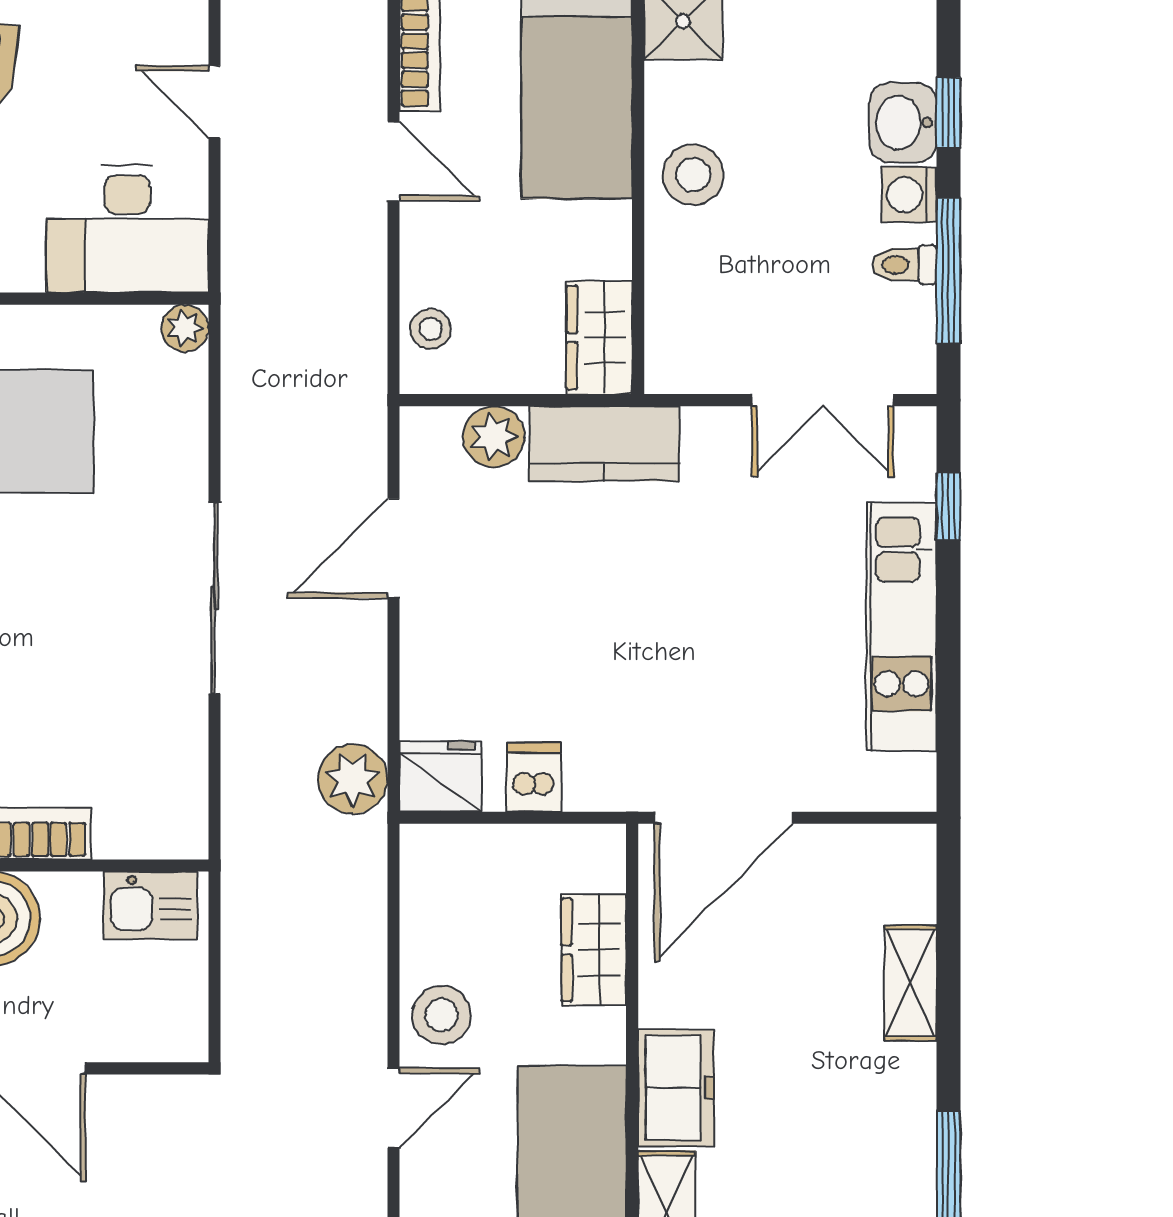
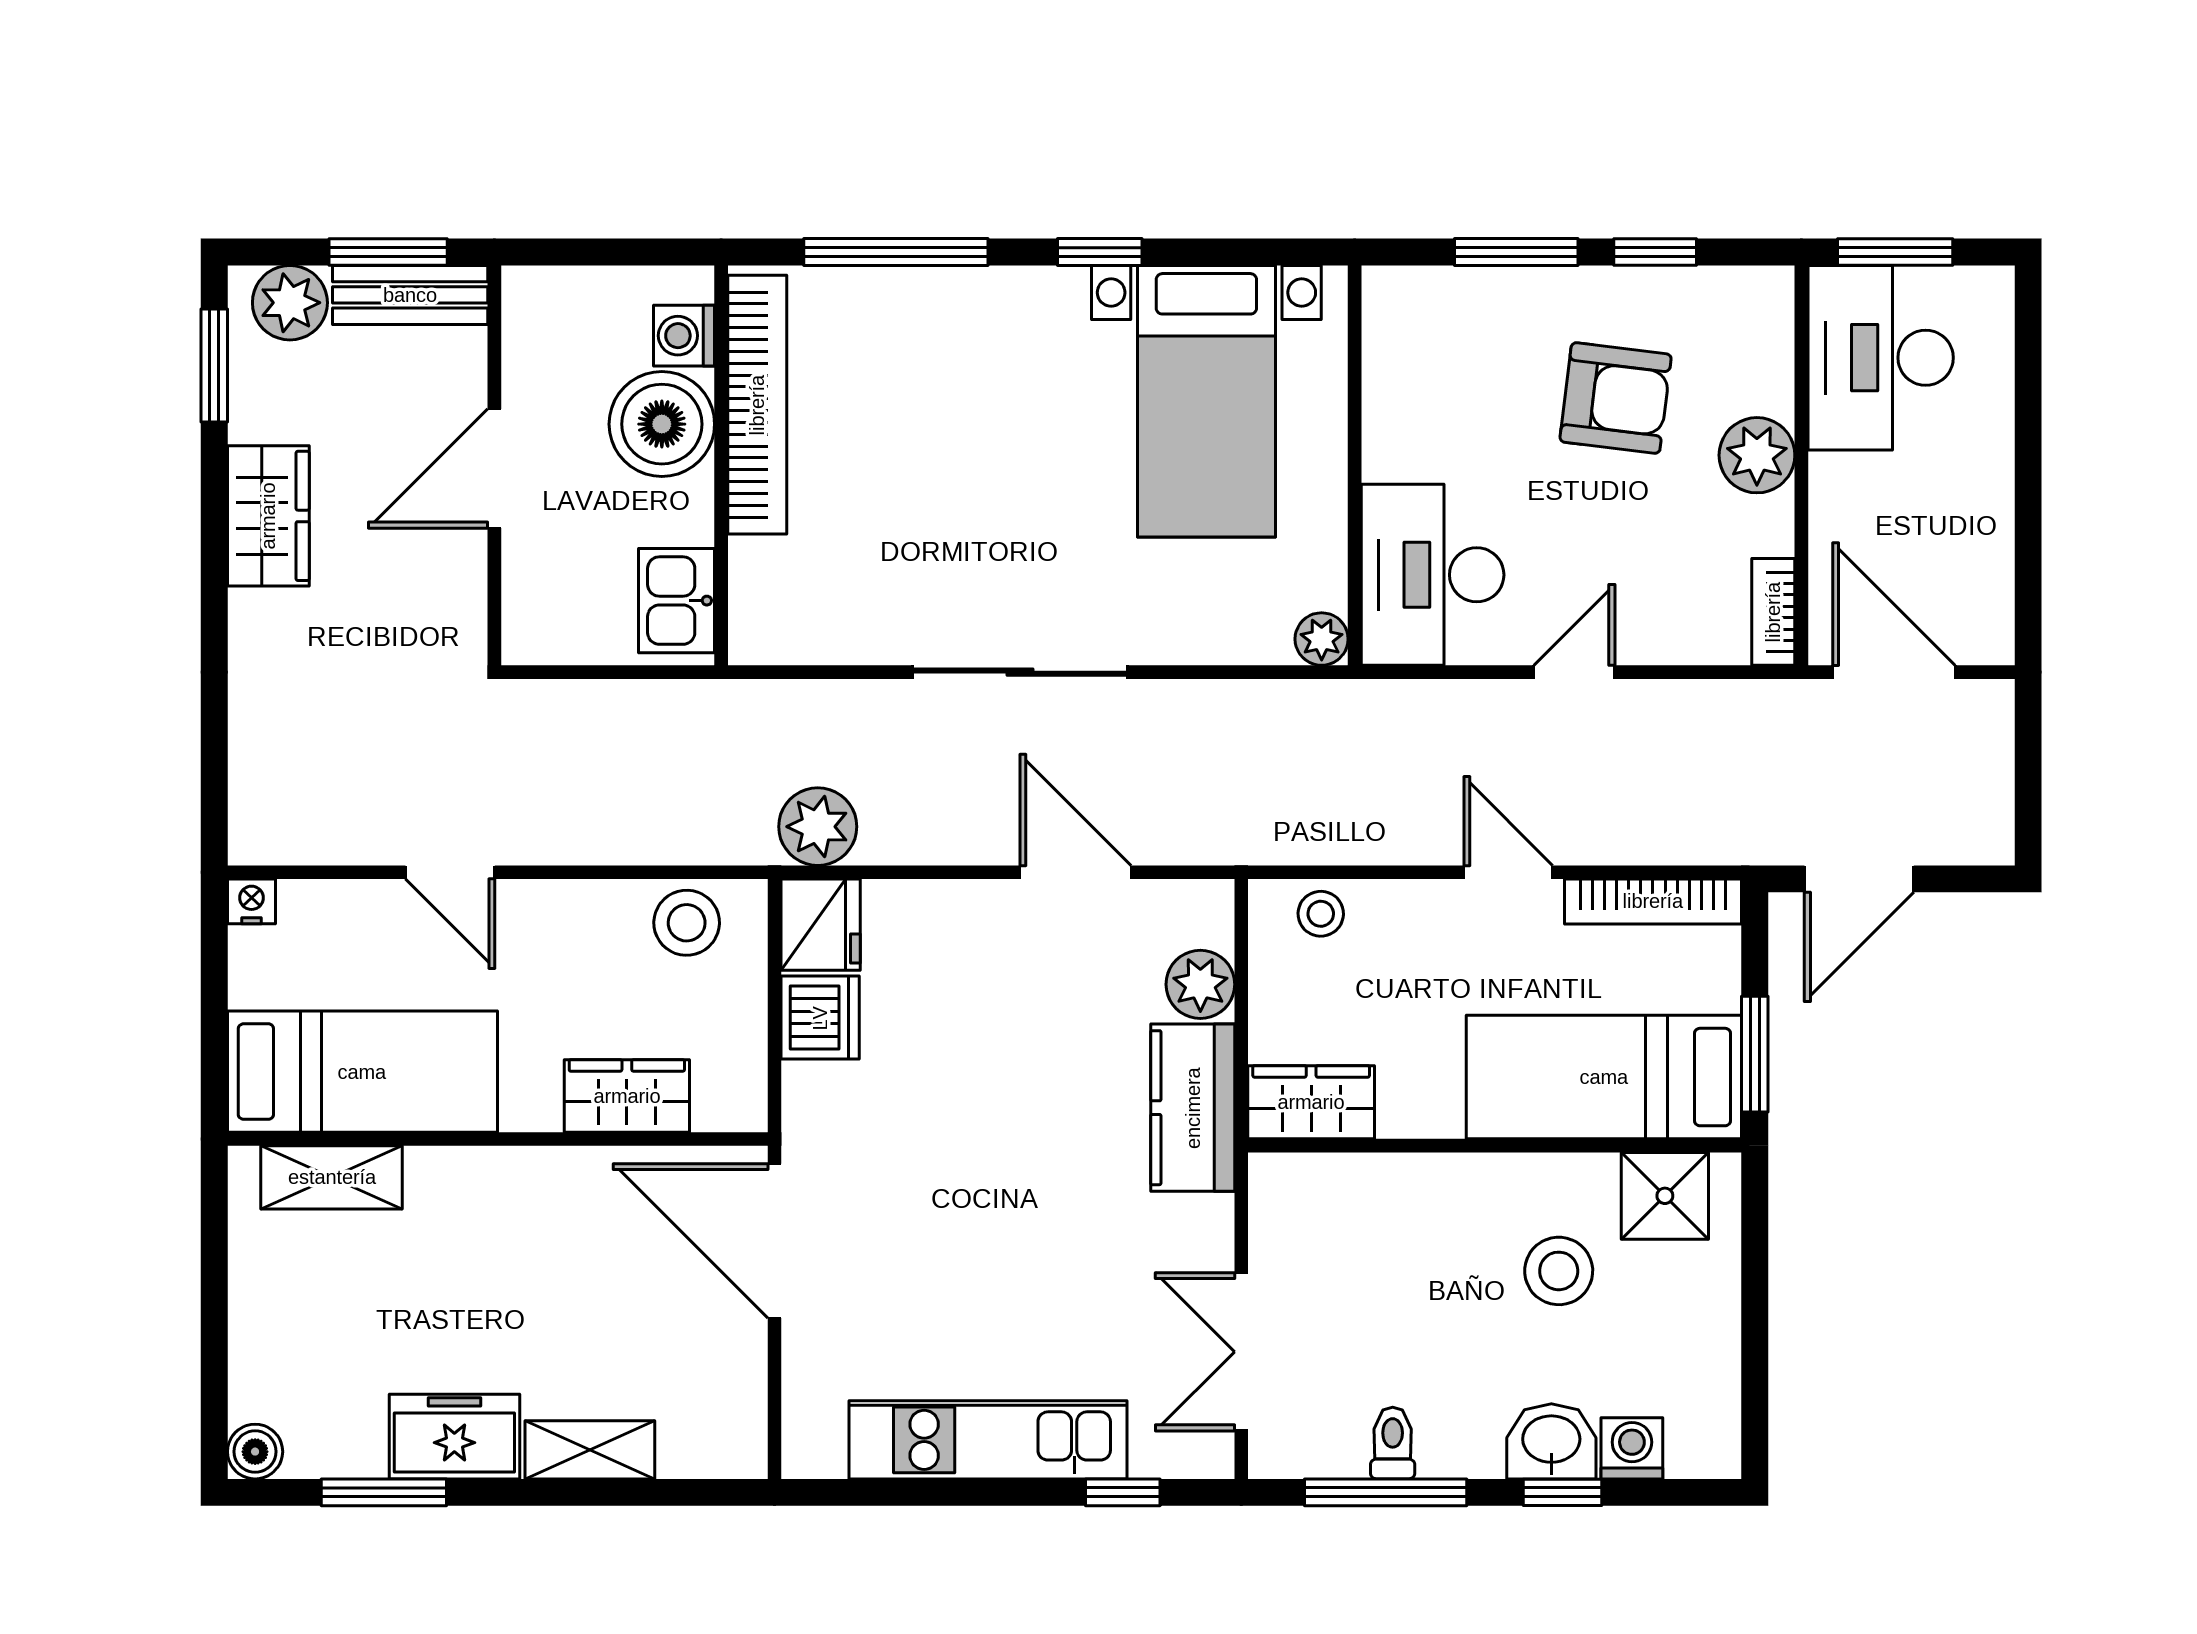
door: (394, 161) -> (1508, 872), swing flipped
stool: (693, 175) -> (1559, 1271), moved
washing machine: (909, 195) -> (1632, 1448), moved
dishwasher: (534, 777) -> (820, 1018), width x1.38
stool: (442, 1015) -> (687, 923), moved
freezer: (676, 1088) -> (454, 1437), moved, turned 180

